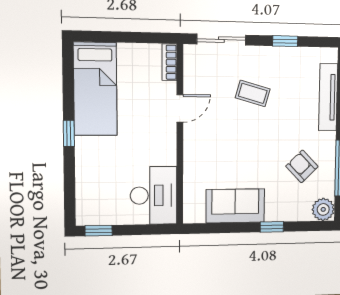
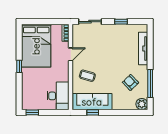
bed: (95, 89) -> (36, 46), width x1.50
coffee table: (253, 93) -> (87, 76), moved
sofa: (235, 206) -> (92, 102), width x1.36
window: (272, 227) -> (93, 112), moved

